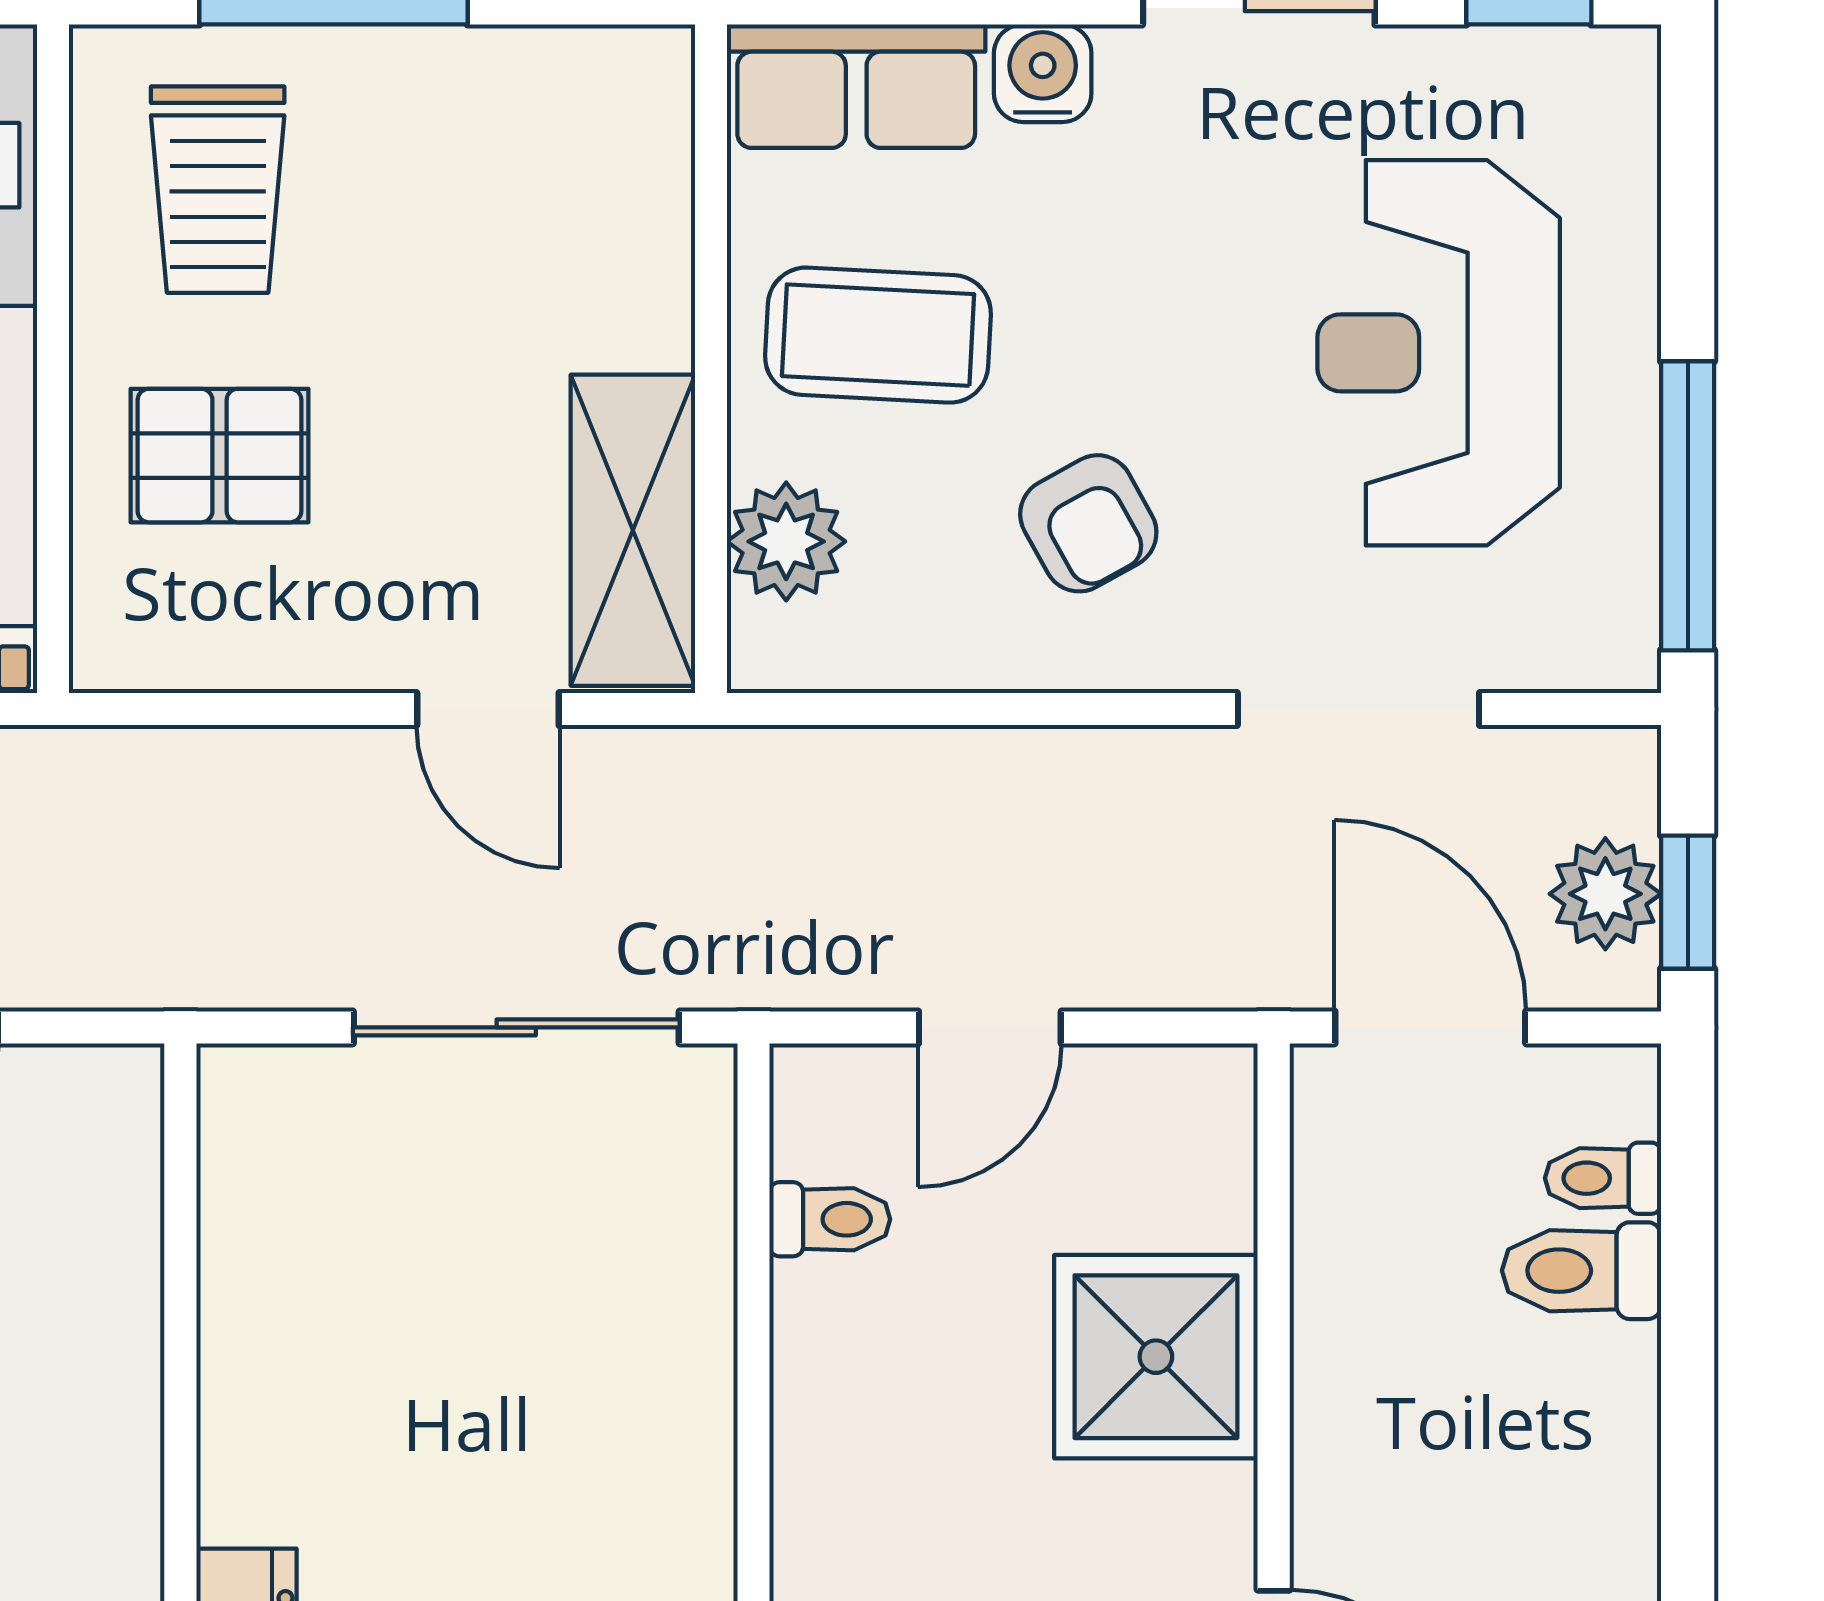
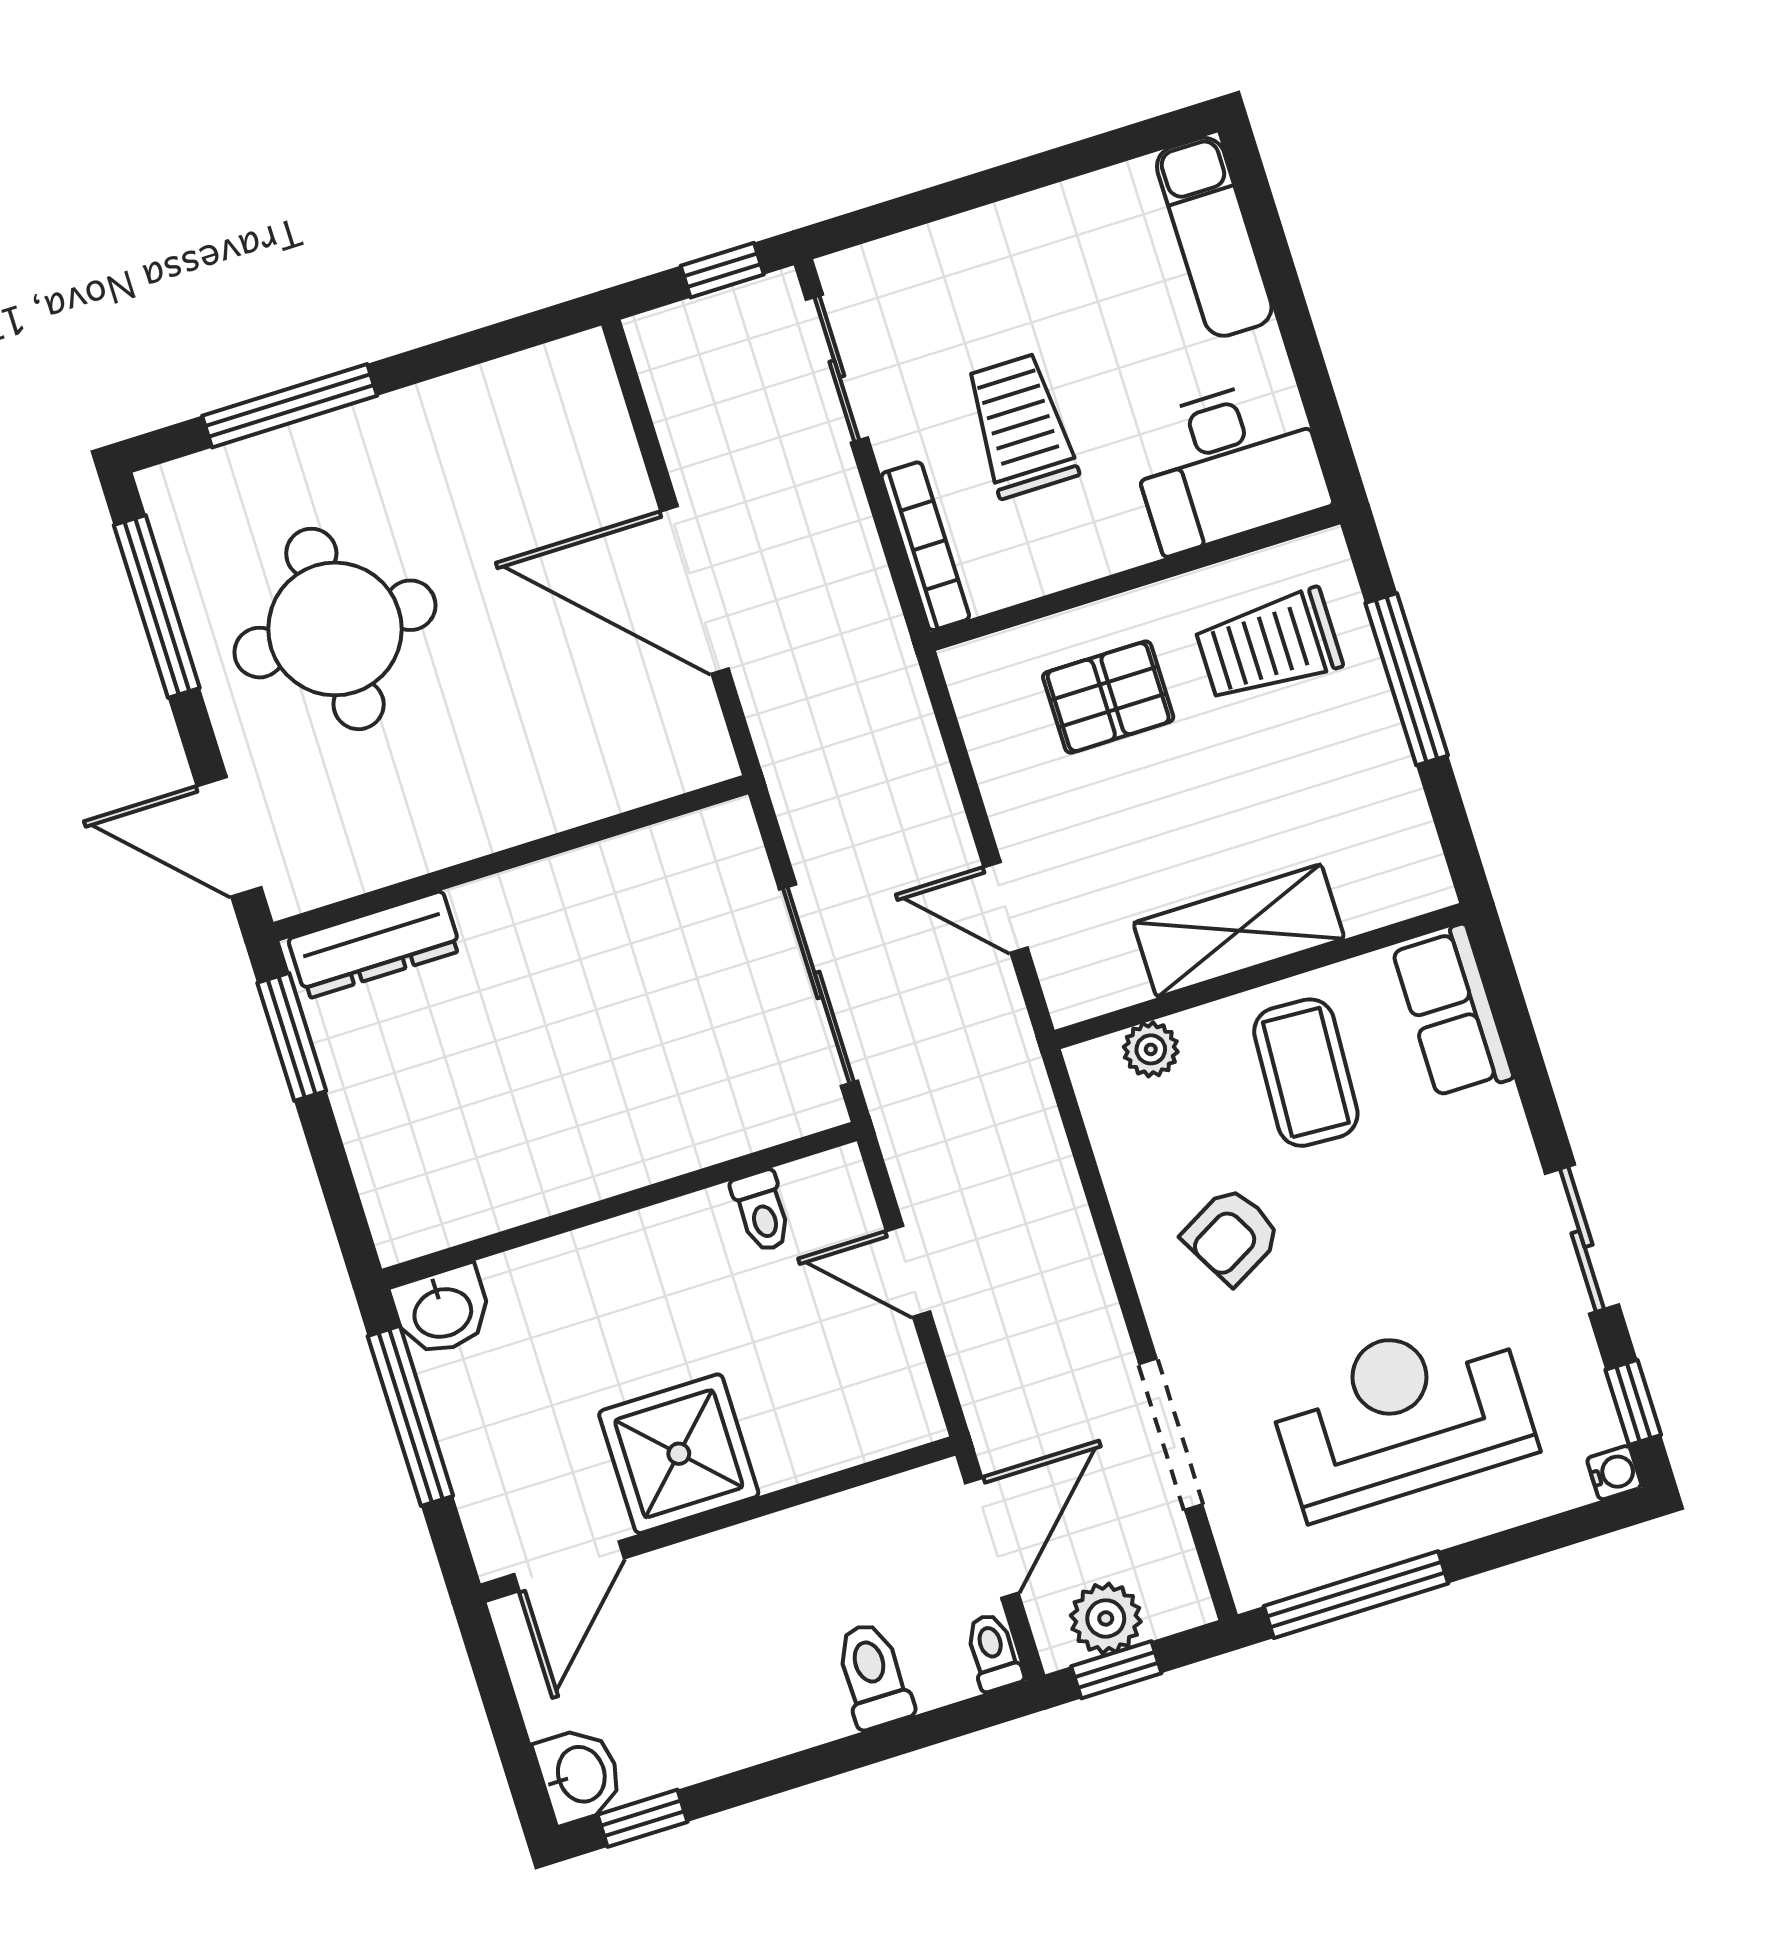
water cooler: (1043, 73) -> (1614, 1473), moved, width x0.72, depth x0.72
pallet: (220, 456) -> (1108, 697), turned 90
shelving: (633, 530) -> (1239, 931), moved
plant: (786, 541) -> (1151, 1049), width x0.73, depth x0.73
door: (488, 709) -> (1006, 907), hinge flipped
toilet: (1603, 1178) -> (993, 1652), moved
shower: (1156, 1357) -> (679, 1454), moved

